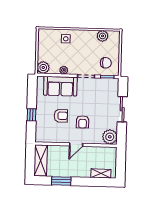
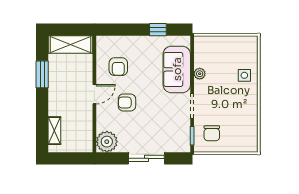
plant: (103, 36) -> (250, 127), removed
plant: (43, 68) -> (203, 44), removed
window: (32, 115) -> (158, 30), moved
armchair: (61, 116) -> (118, 67), moved
door: (76, 145) -> (94, 94), swing flipped

